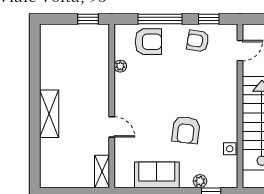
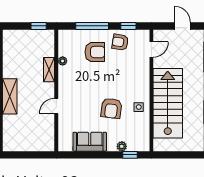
armchair: (148, 42) -> (95, 52), moved
door: (112, 127) -> (56, 106), swing flipped
side table: (230, 149) -> (139, 107), moved
shelving: (102, 171) -> (49, 70), moved

